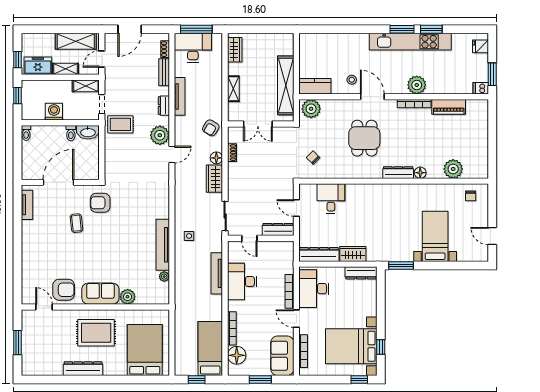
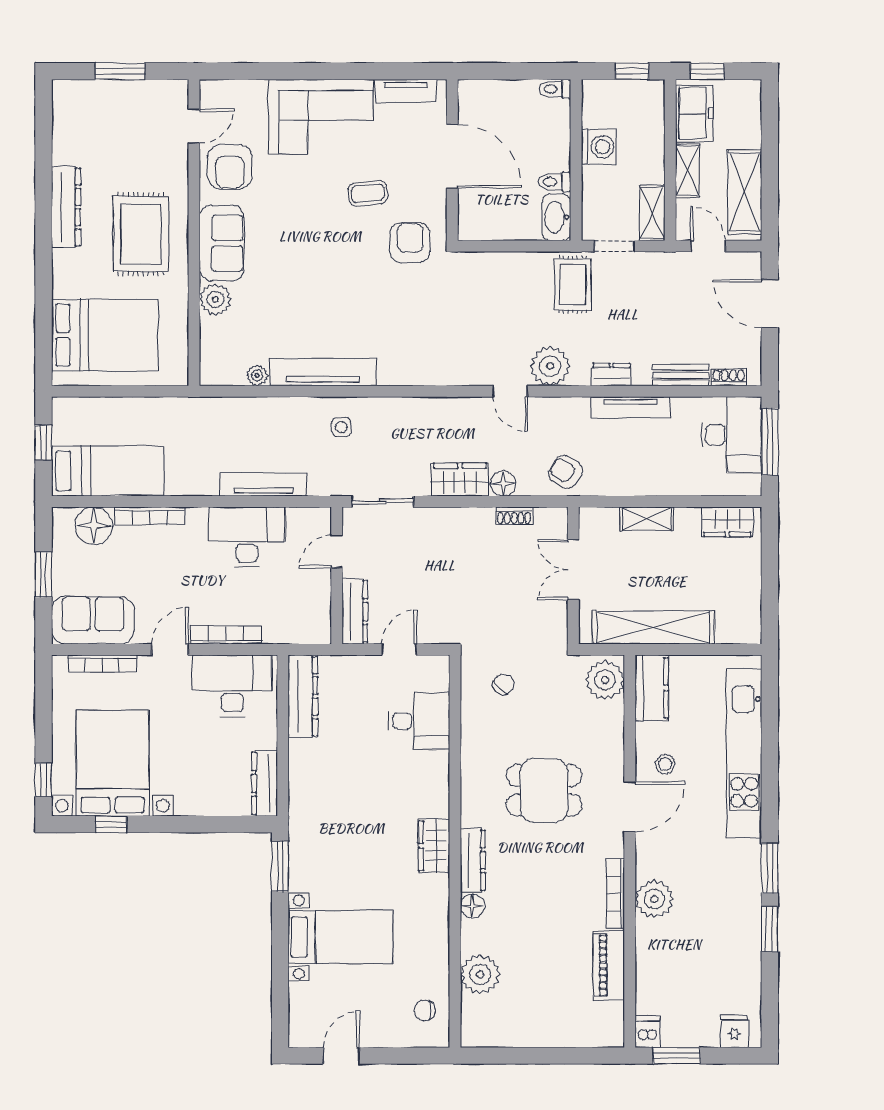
kitchen unit: (410, 42) -> (744, 753), moved
corner sofa: (39, 246) -> (321, 117), added
wardrobe: (353, 254) -> (434, 846), moved, turned 180

